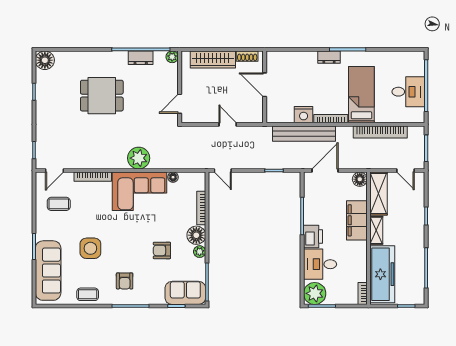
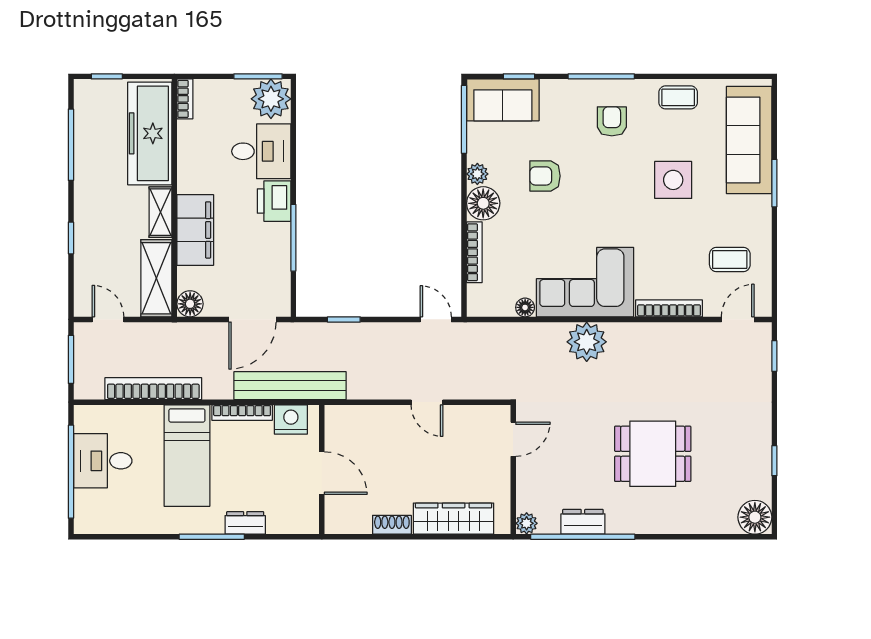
door: (265, 85) -> (322, 473), moved
wall: (265, 87) -> (322, 469), moved
armchair: (162, 250) -> (545, 176), turned 180

